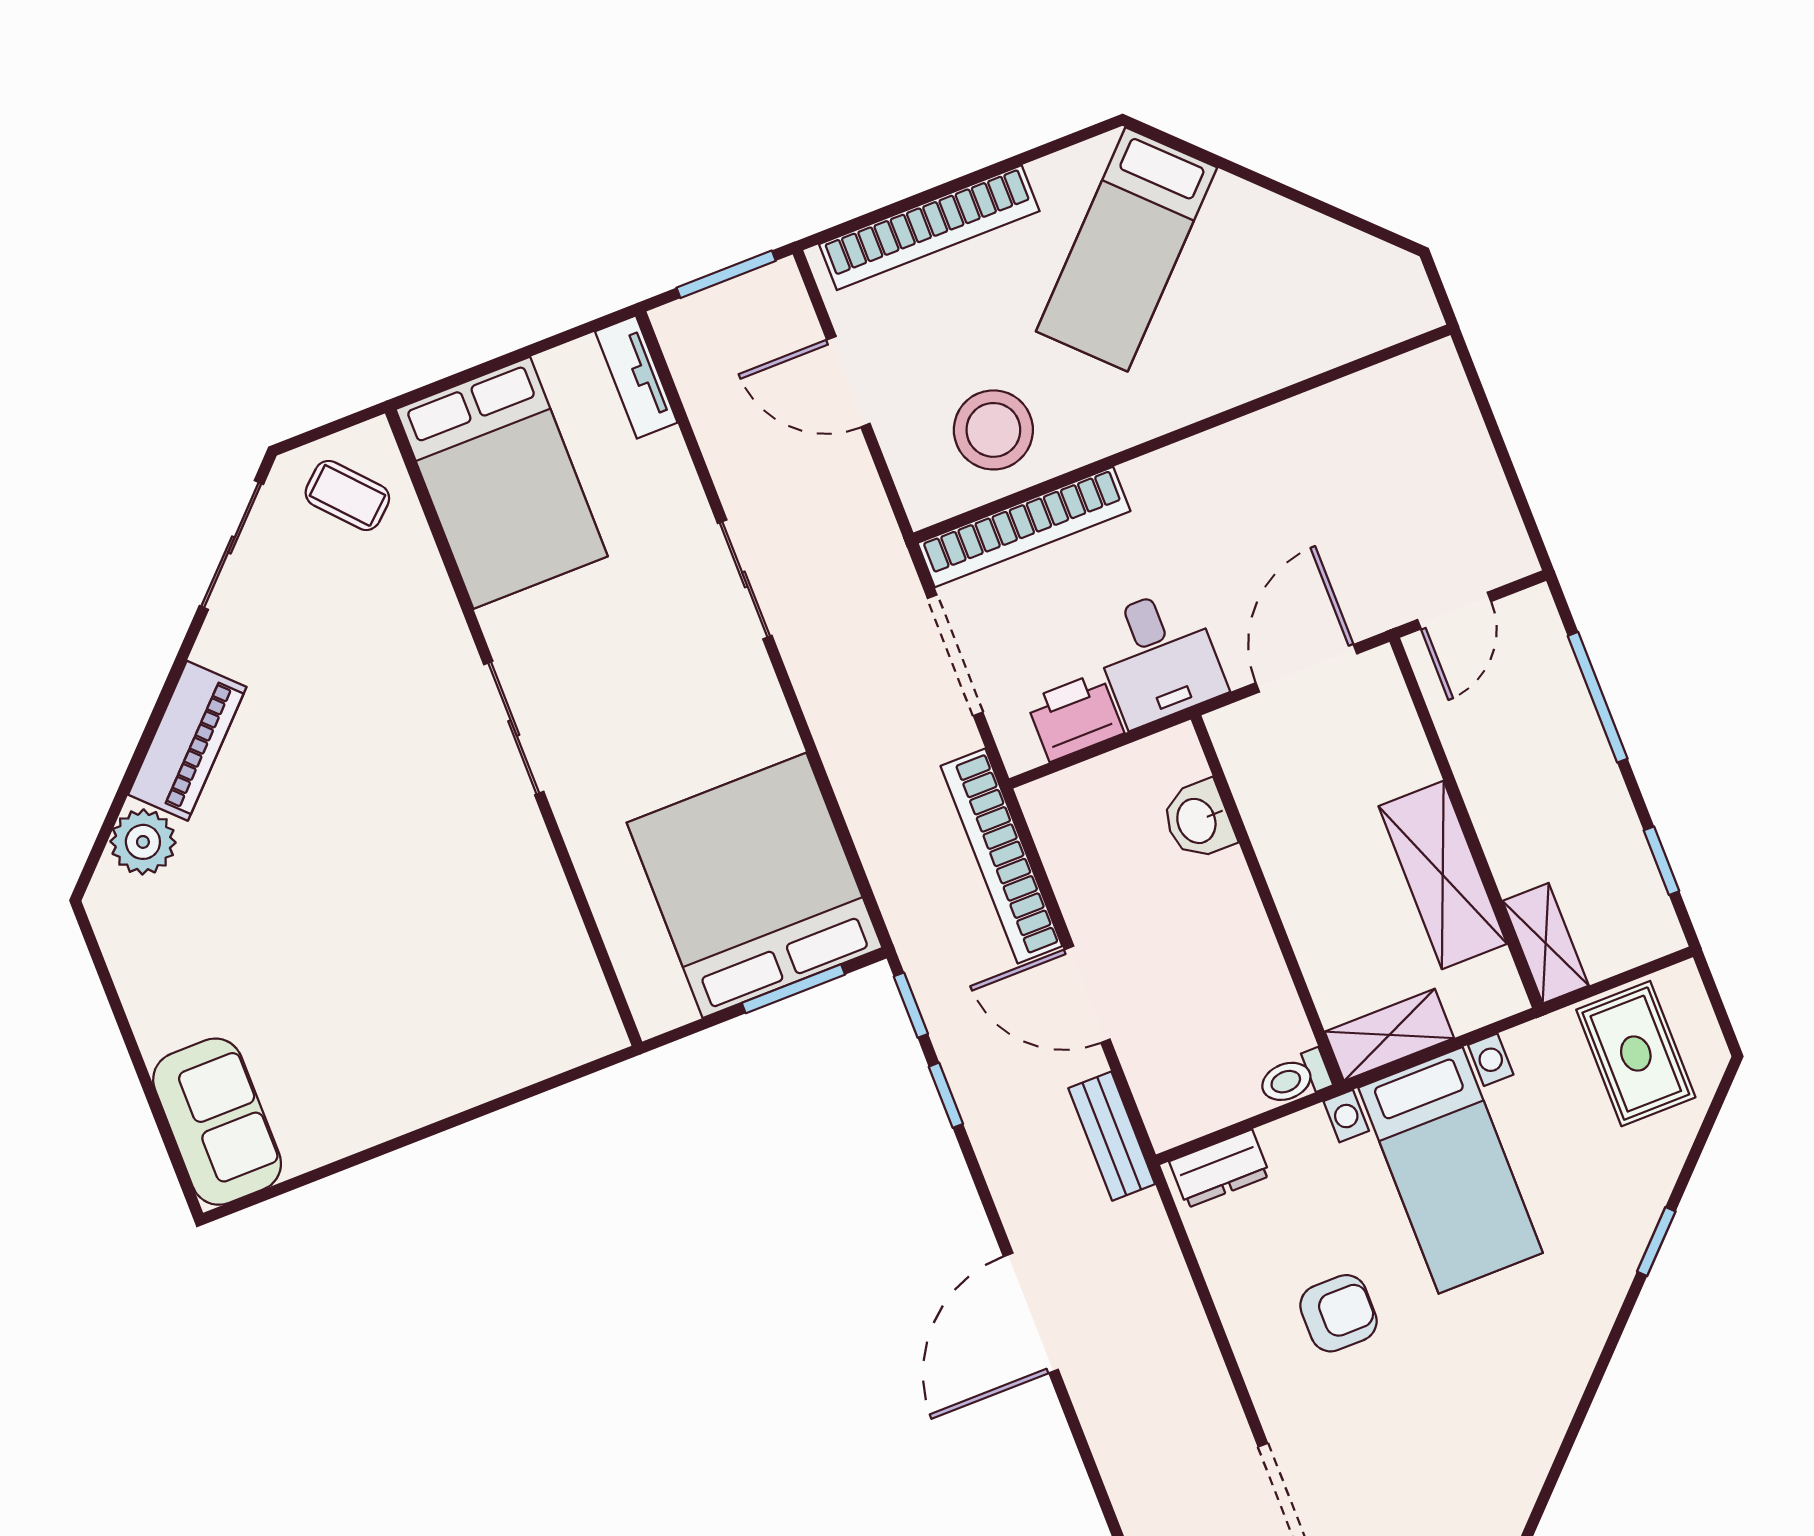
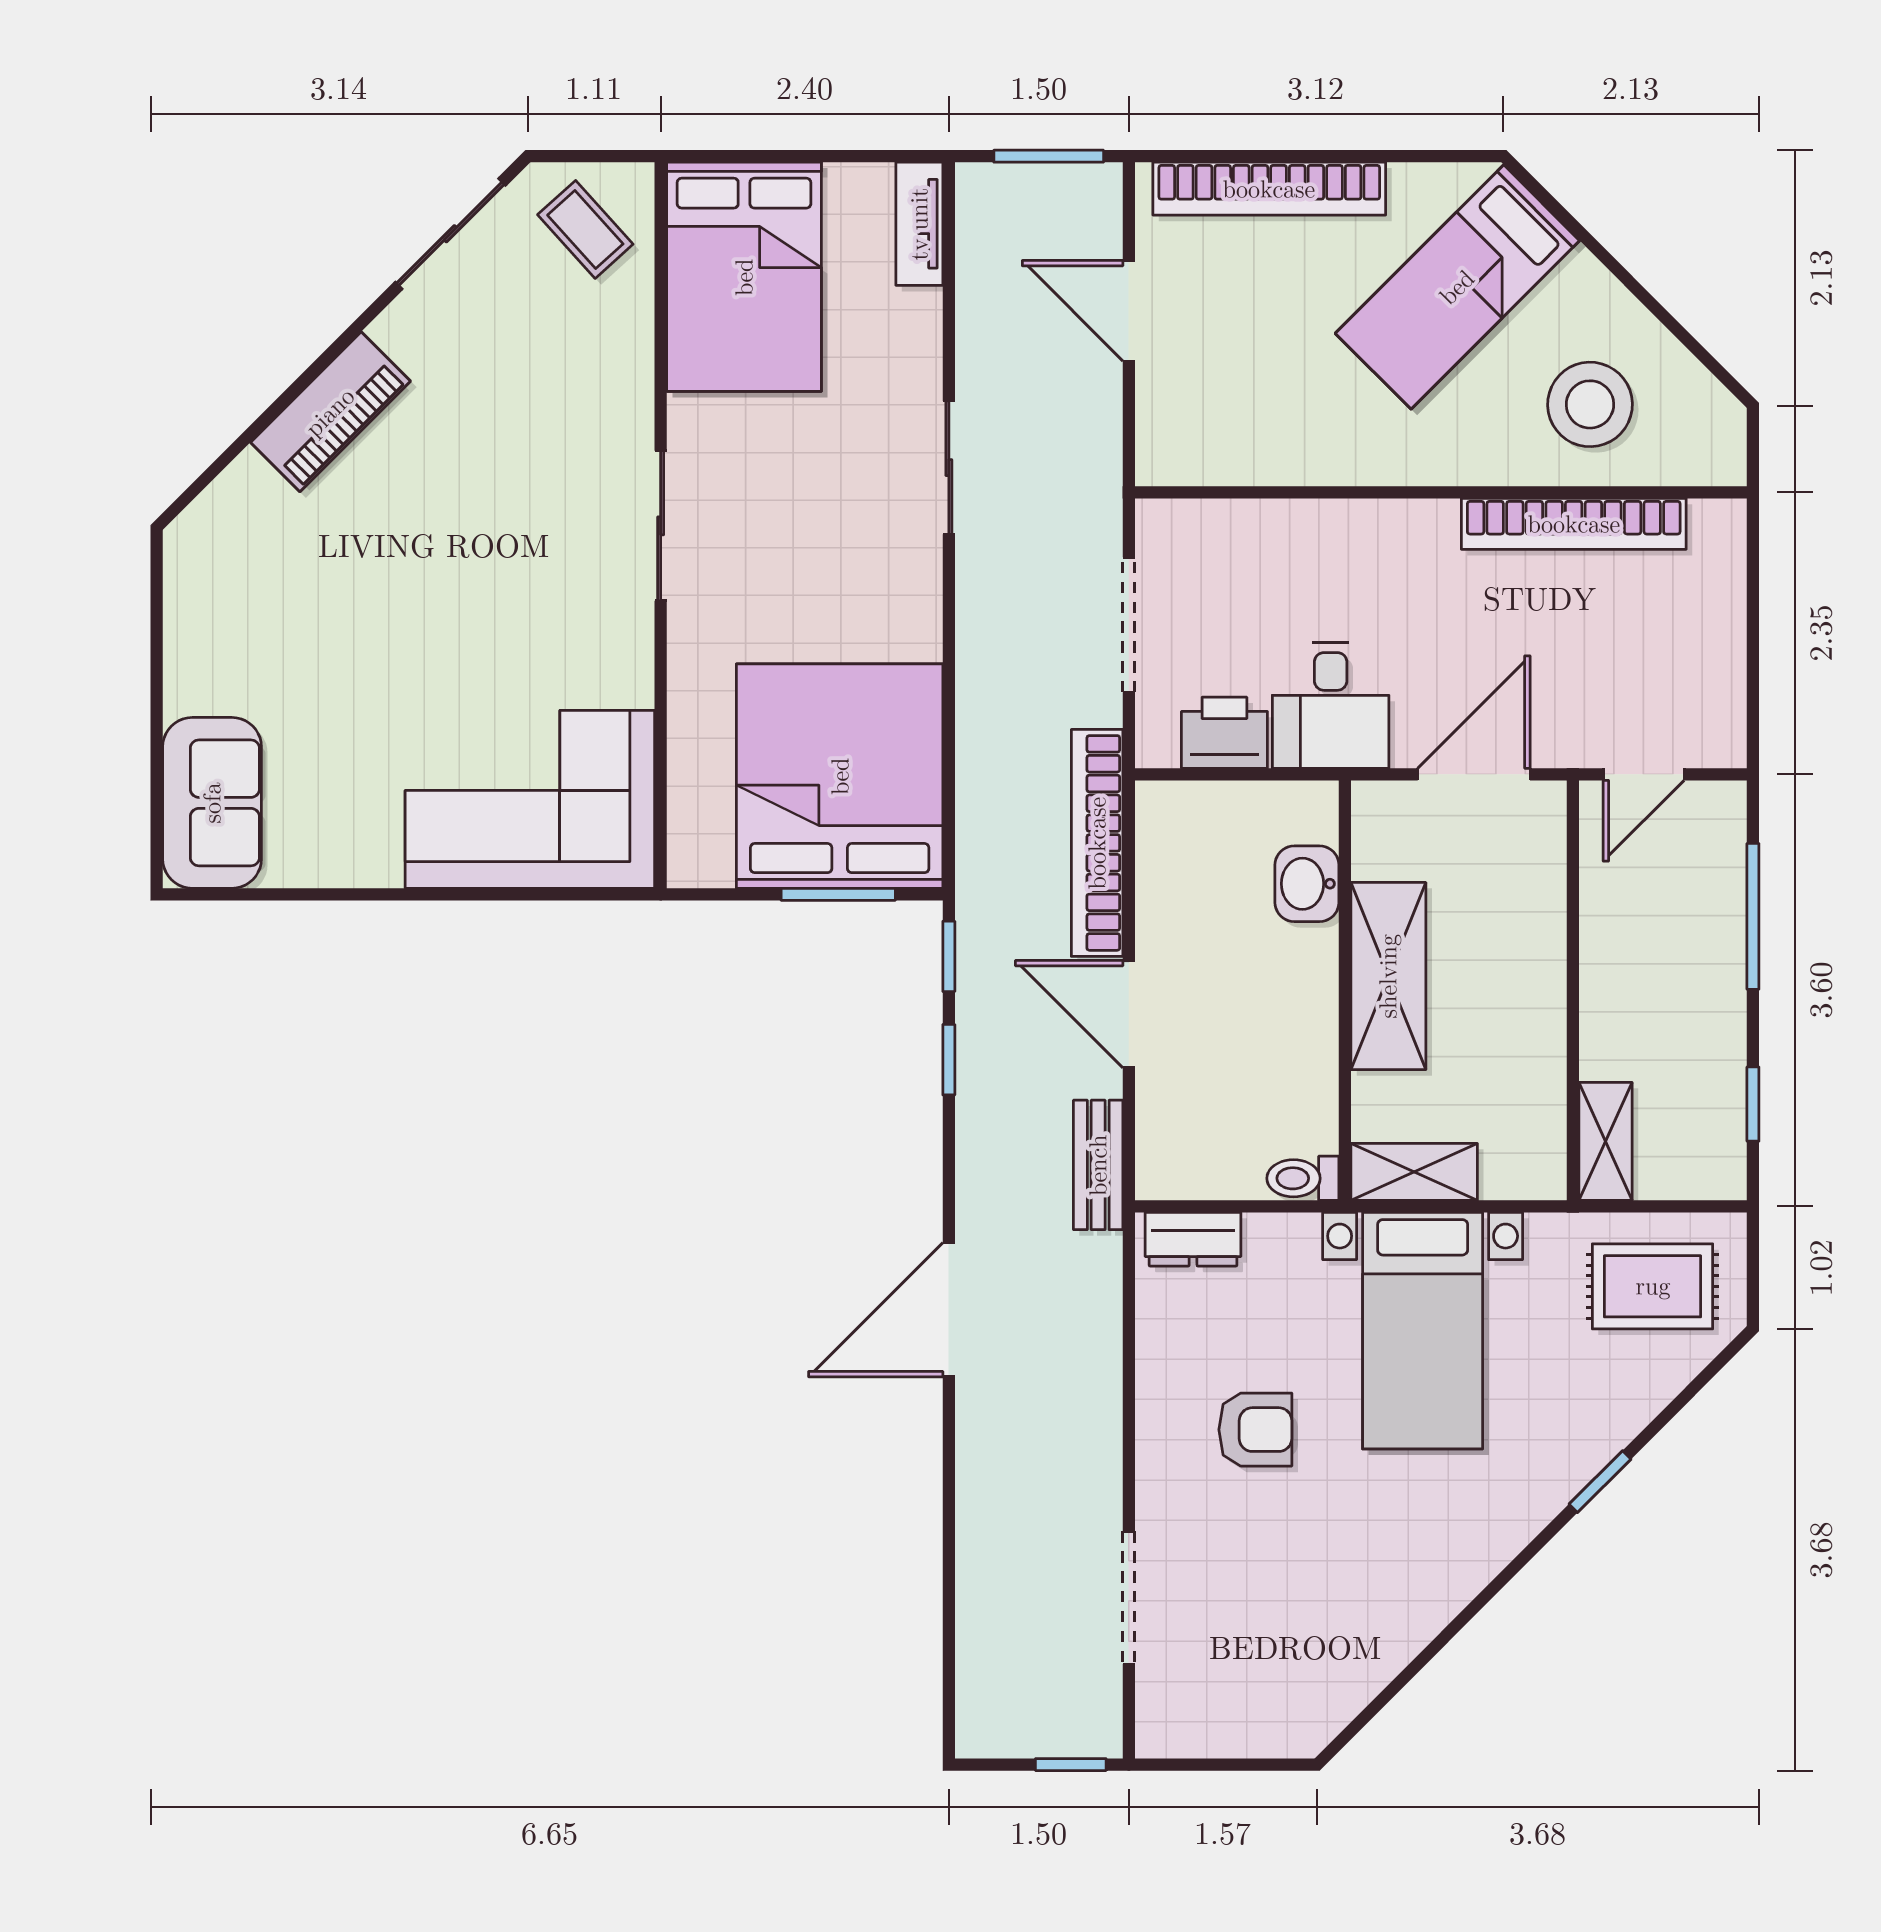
stool: (993, 430) -> (1590, 404), moved
bookcase: (1024, 527) -> (1574, 524), moved
plant: (143, 842) -> (247, 495), removed
shelving: (1443, 875) -> (1388, 976), moved
corner sofa: (493, 1011) -> (530, 799), added
rug: (1636, 1054) -> (1653, 1286), turned 90

